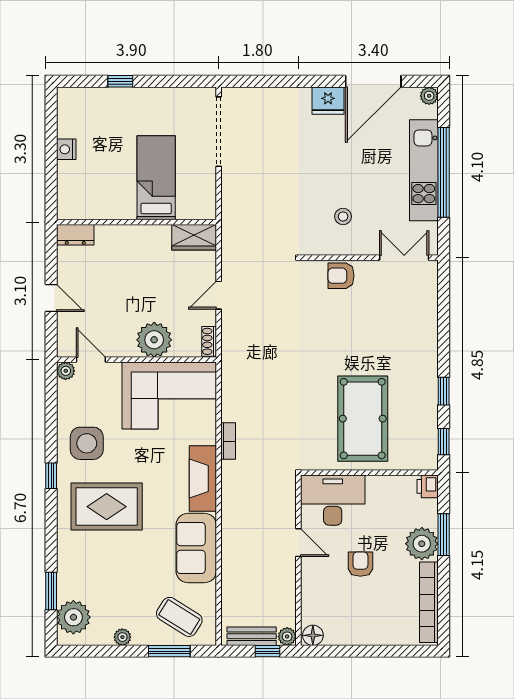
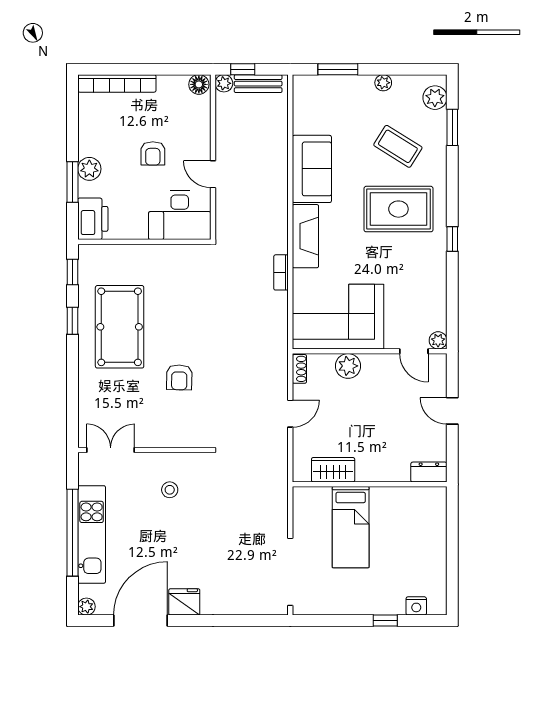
nightstand: (66, 149) -> (416, 606), moved, turned 90
wardrobe: (194, 237) -> (333, 470), moved
double door: (404, 258) -> (111, 450), swing flipped
armchair: (341, 276) -> (179, 377), moved, turned 91
plant: (154, 340) -> (348, 366), width x0.73, depth x0.73
pool table: (363, 419) -> (120, 327), moved
side table: (87, 443) -> (418, 270), removed
printer: (428, 486) -> (93, 219), width x1.87, depth x1.48
plant: (422, 544) -> (89, 169), width x0.73, depth x0.73
bookcase: (429, 602) -> (117, 83), moved, turned 90
plant: (73, 617) -> (435, 98), width x0.73, depth x0.73
coffee table: (179, 617) -> (398, 146), moved

